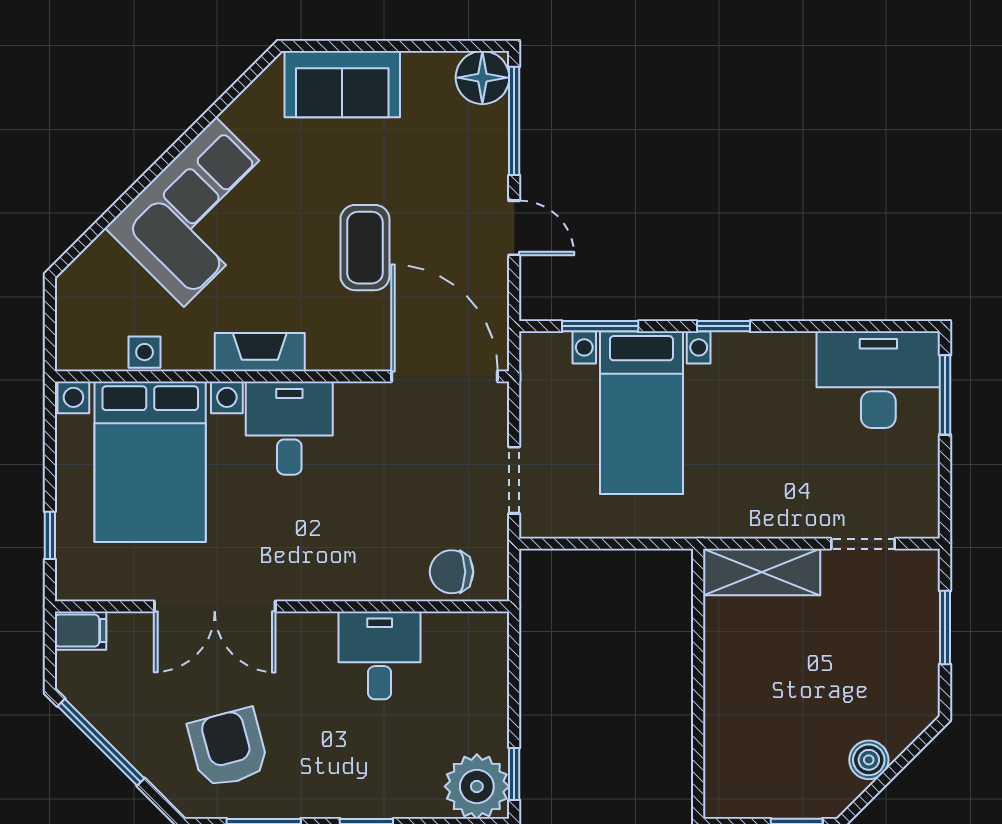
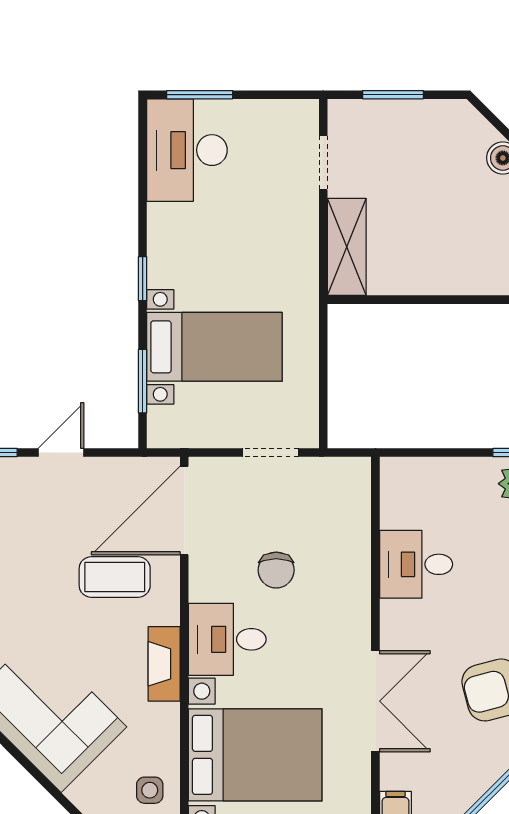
coffee table: (365, 248) -> (115, 577), moved
side table: (145, 352) -> (150, 790), moved
chair: (452, 572) -> (276, 570), moved

